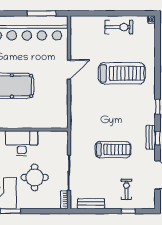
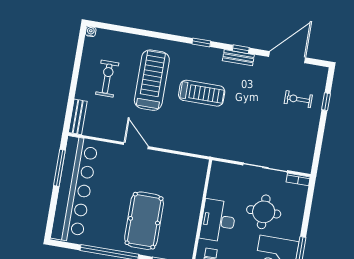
exercise bike: (119, 27) -> (107, 79), moved
treadmill: (113, 150) -> (202, 93), moved, turned 90
bench: (91, 204) -> (78, 117), moved

